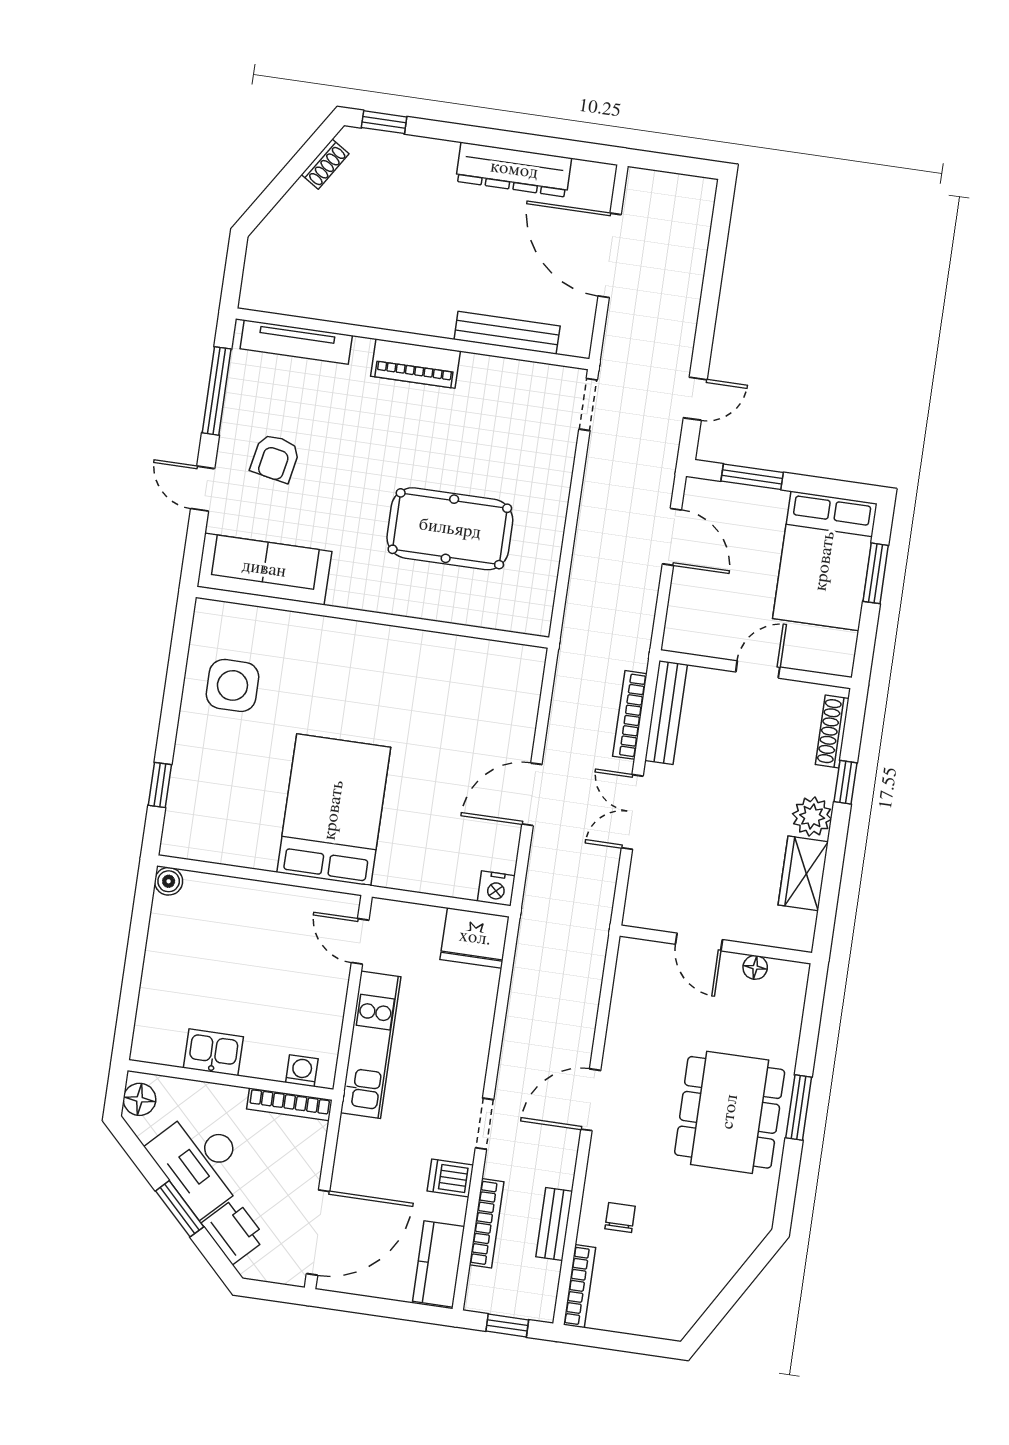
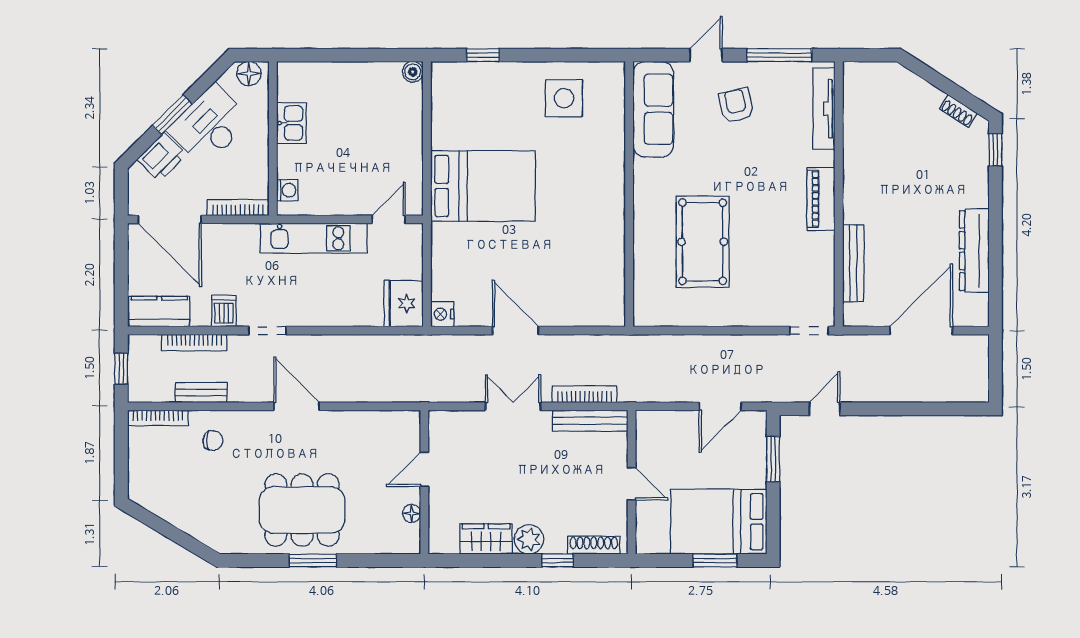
door: (695, 399) -> (825, 409), swing flipped
armchair: (275, 458) -> (736, 105), turned 66
bookcase: (289, 1104) -> (238, 208), moved, turned 90

